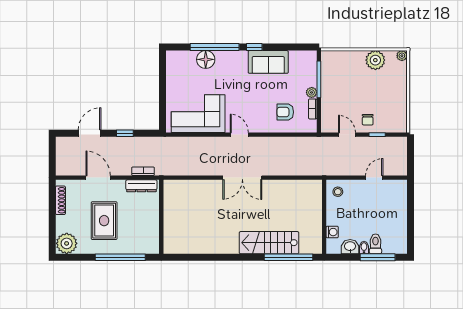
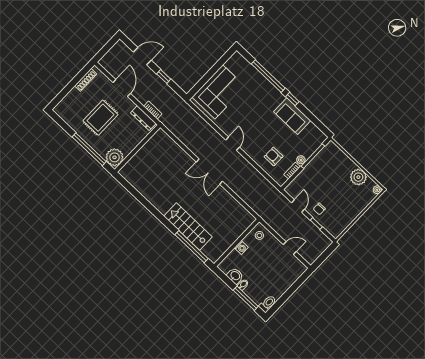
floor lamp: (206, 59) -> (256, 78), removed
corner sofa: (198, 114) -> (219, 92), moved, turned 90
washing machine: (332, 232) -> (241, 248), moved
plant: (67, 243) -> (115, 157), moved
toilet: (375, 244) -> (268, 304), moved

